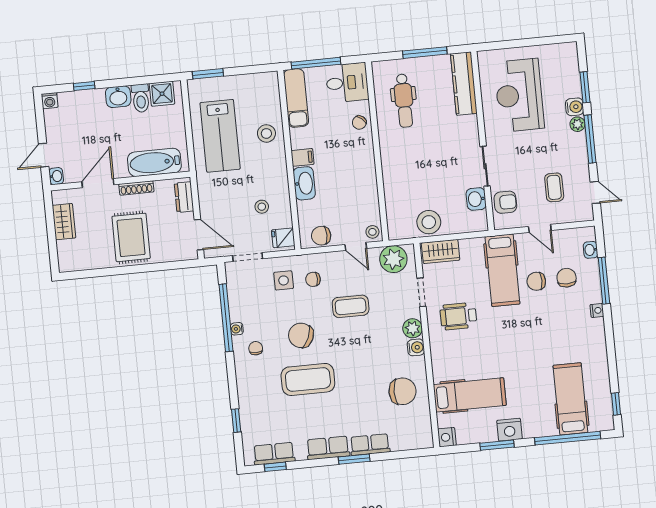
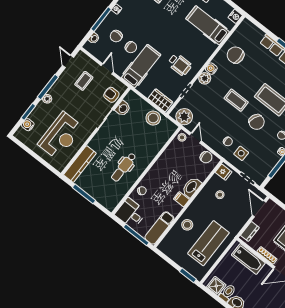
dental chair: (404, 101) -> (124, 167), moved, turned 180
water cooler: (575, 107) -> (28, 125), moved
coffee table: (351, 306) -> (236, 100), moved

